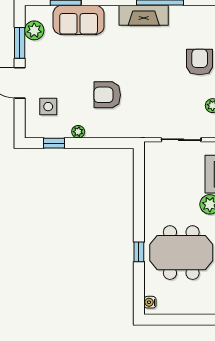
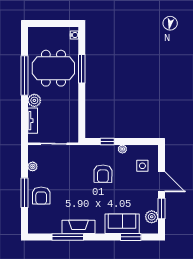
armchair: (107, 95) -> (103, 174), turned 91
window: (54, 143) -> (107, 141), moved
window: (139, 252) -> (82, 69), width x2.17

